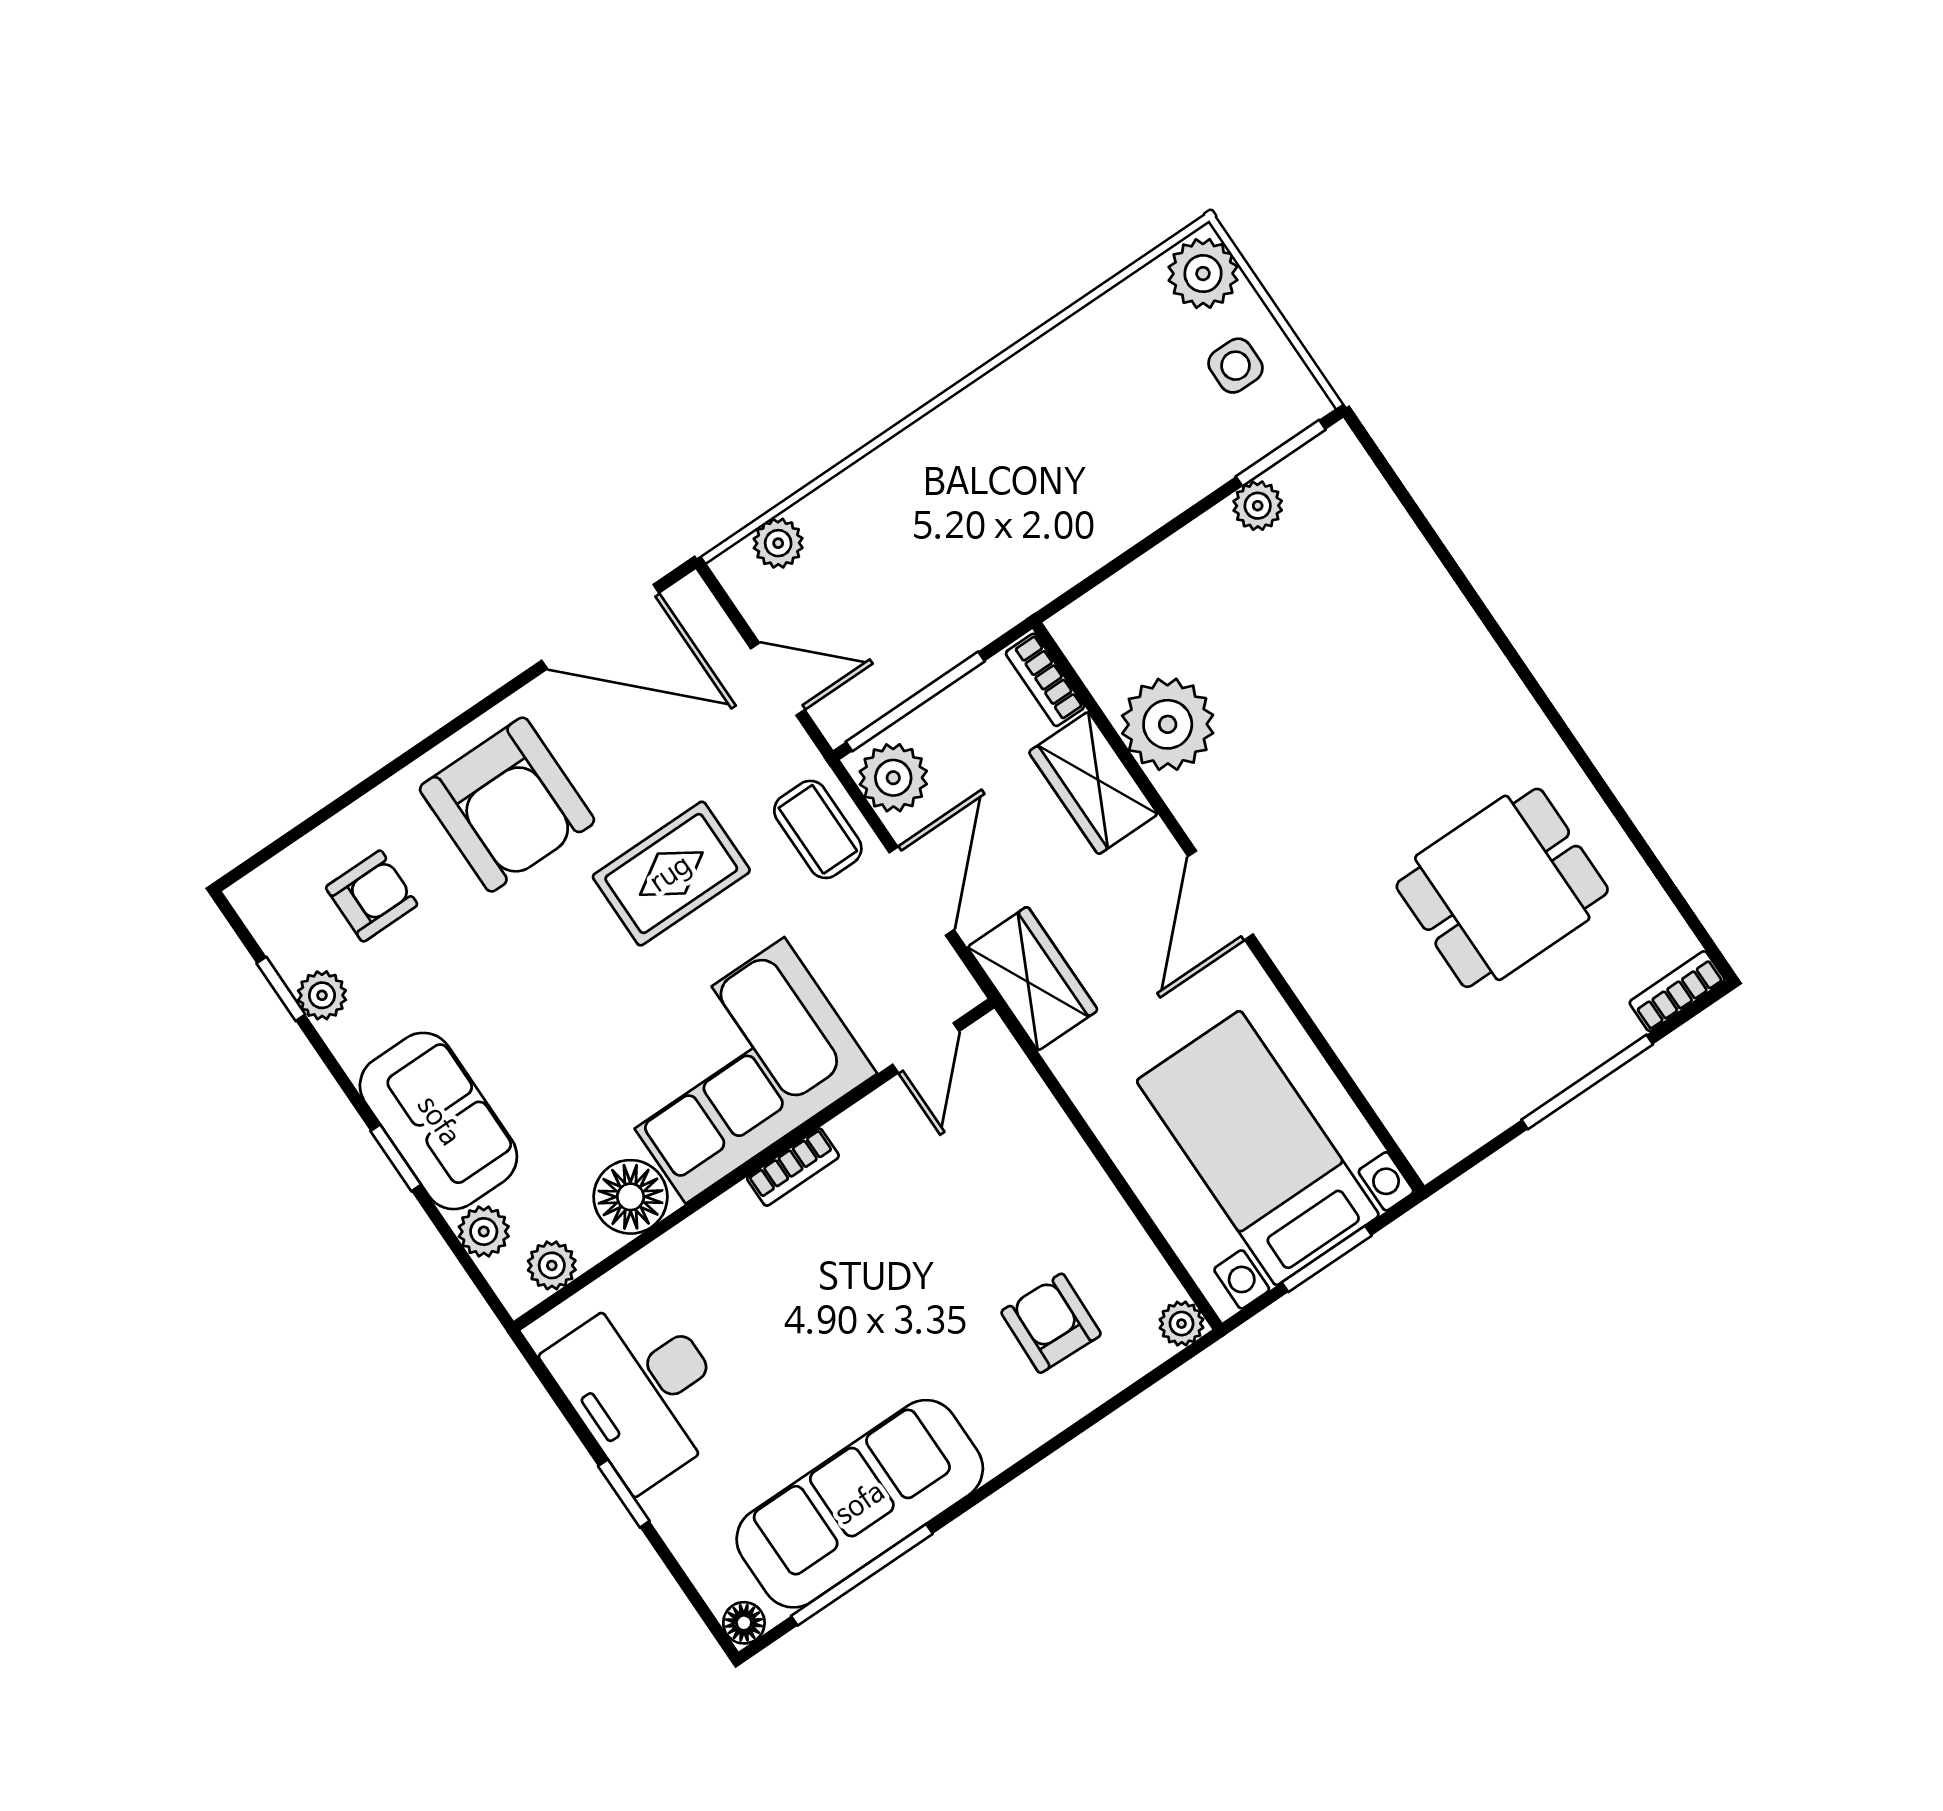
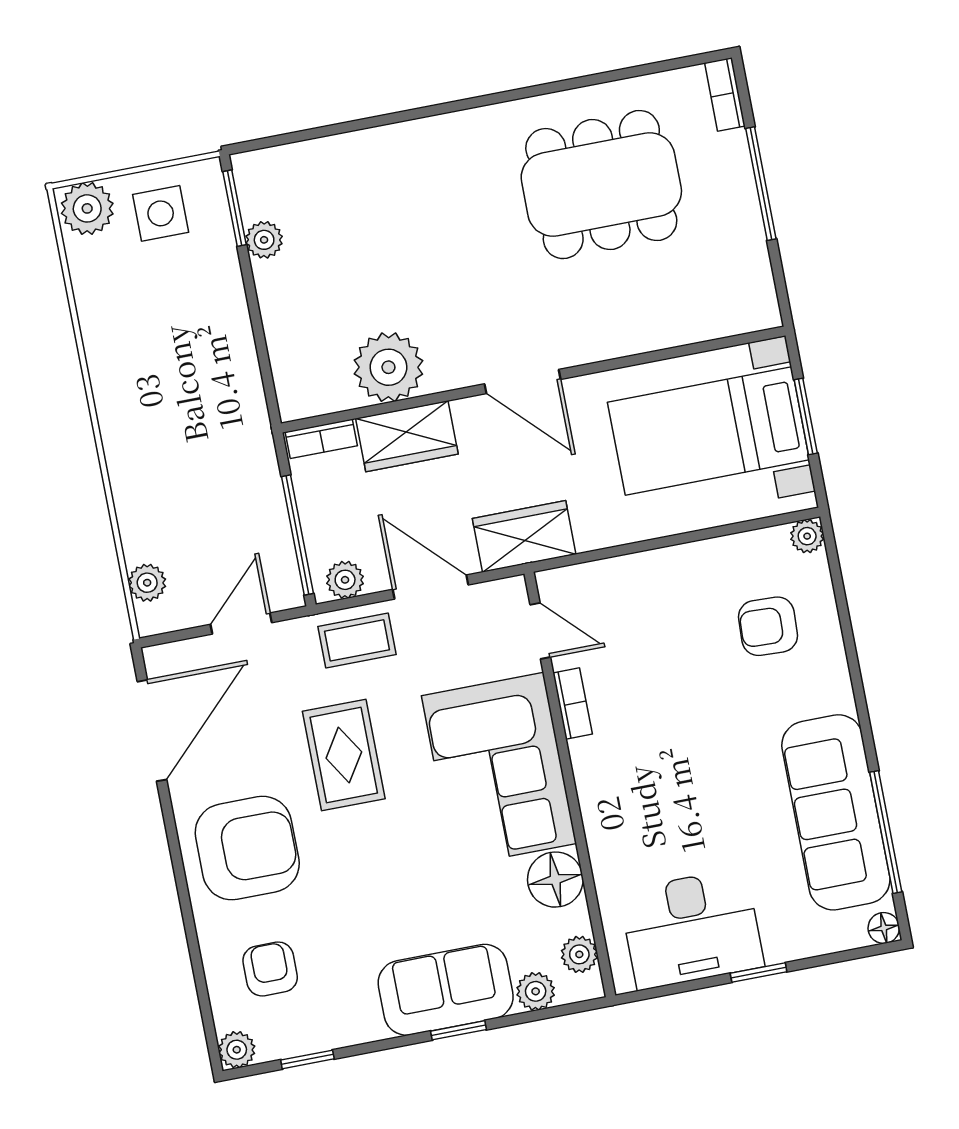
side table: (1236, 366) -> (161, 213), width x1.37, depth x1.37
plant: (893, 778) -> (345, 580), width x0.73, depth x0.73
dining table: (1502, 888) -> (601, 185), width x1.38
plant: (322, 995) -> (237, 1050), moved
bookcase: (793, 1167) -> (573, 704), moved

